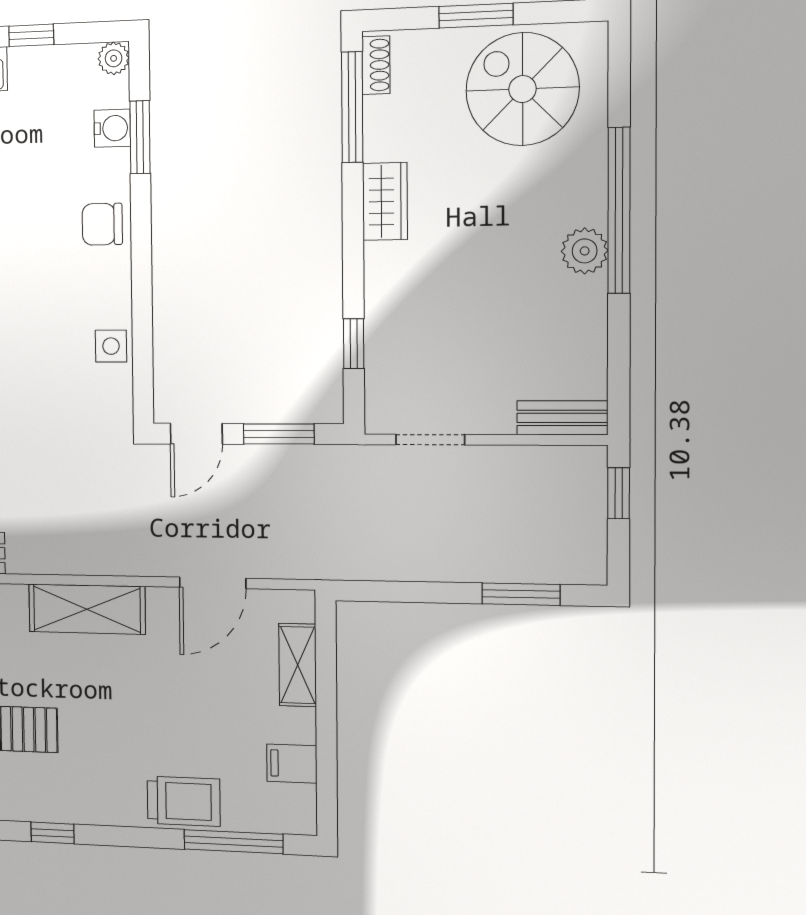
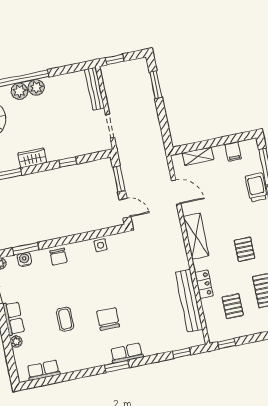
plant: (584, 200) -> (20, 91), added
window: (354, 344) -> (68, 162), moved
bench: (562, 418) -> (94, 89), width x1.36

